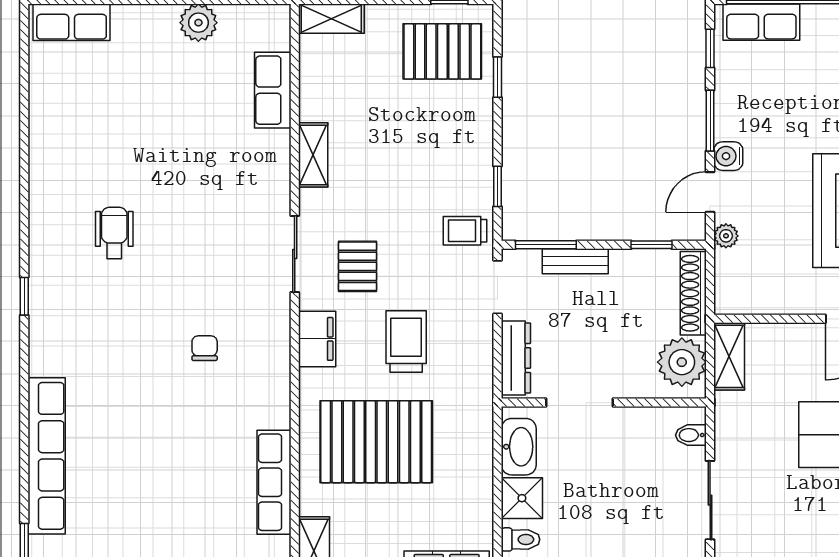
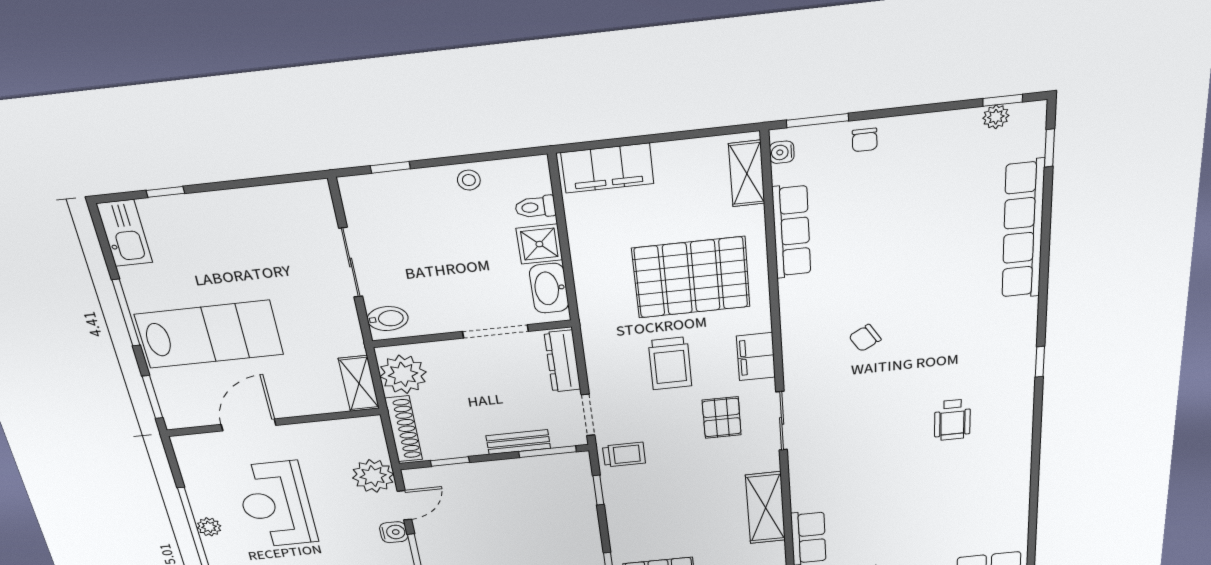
shelving: (313, 155) -> (766, 508), width x1.50, depth x1.33
plant: (726, 236) -> (373, 476), width x1.88, depth x1.88
chair: (205, 348) -> (865, 338), turned 59
bidet: (691, 435) -> (388, 319), width x1.38, depth x1.36

